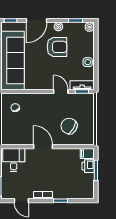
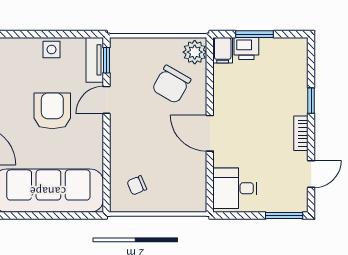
armchair: (57, 47) -> (52, 111), moved
plant: (86, 139) -> (195, 52), added
door: (43, 147) -> (210, 133), hinge flipped

